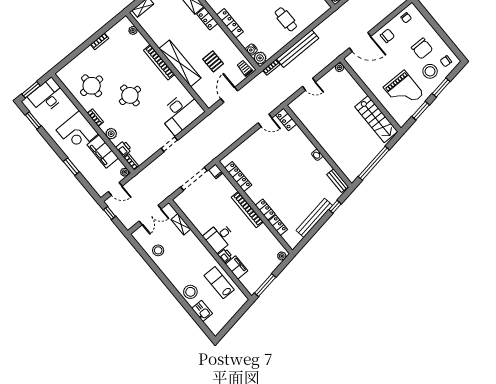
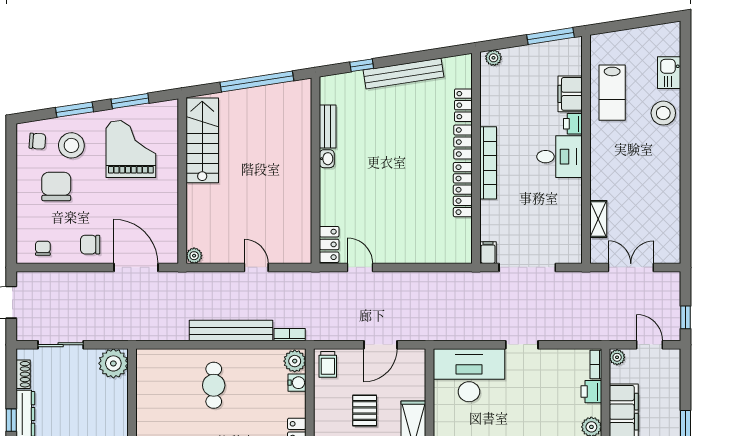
locker: (238, 177) -> (463, 190), moved
bench: (338, 181) -> (328, 126), moved
stool: (158, 250) -> (661, 209), removed

